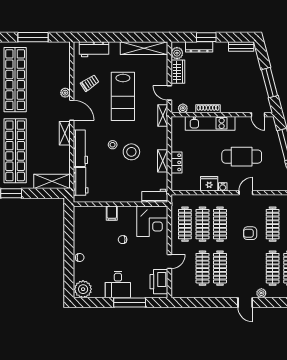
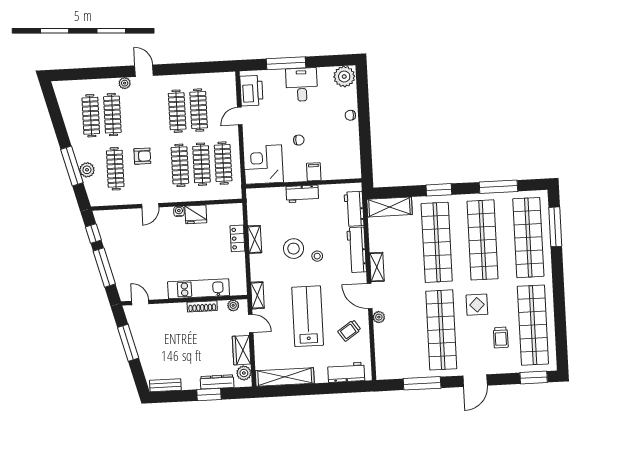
cafe table: (242, 157) -> (158, 250), removed
workbench: (155, 196) -> (302, 194), moved

